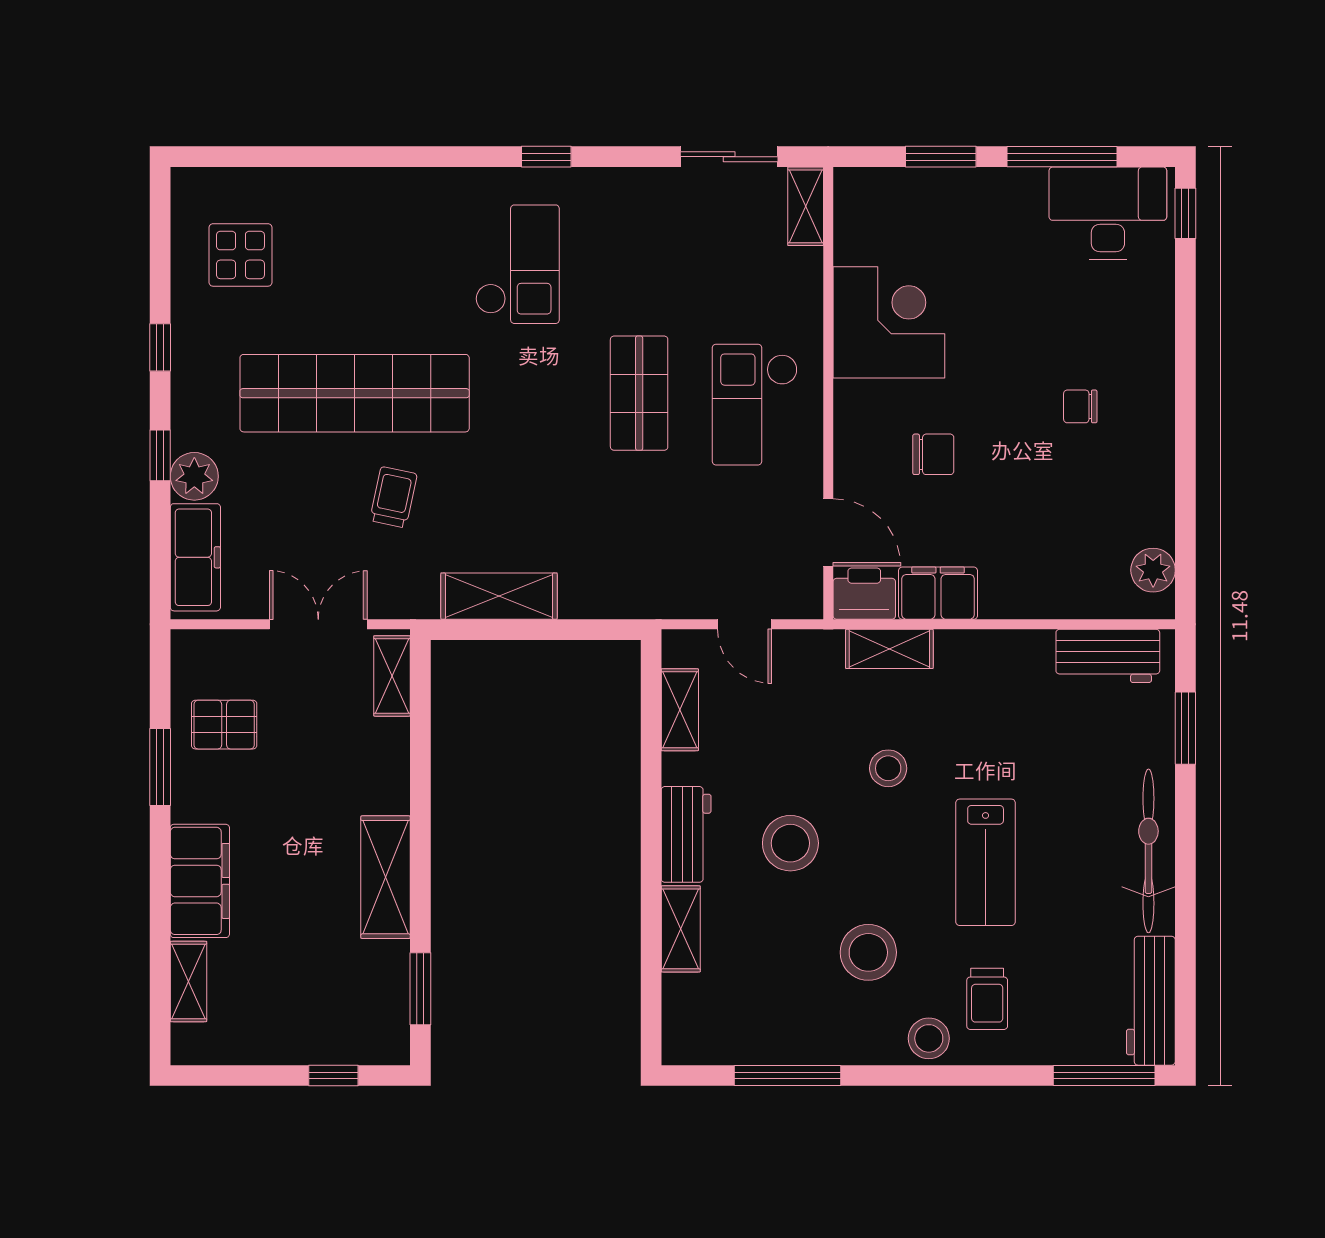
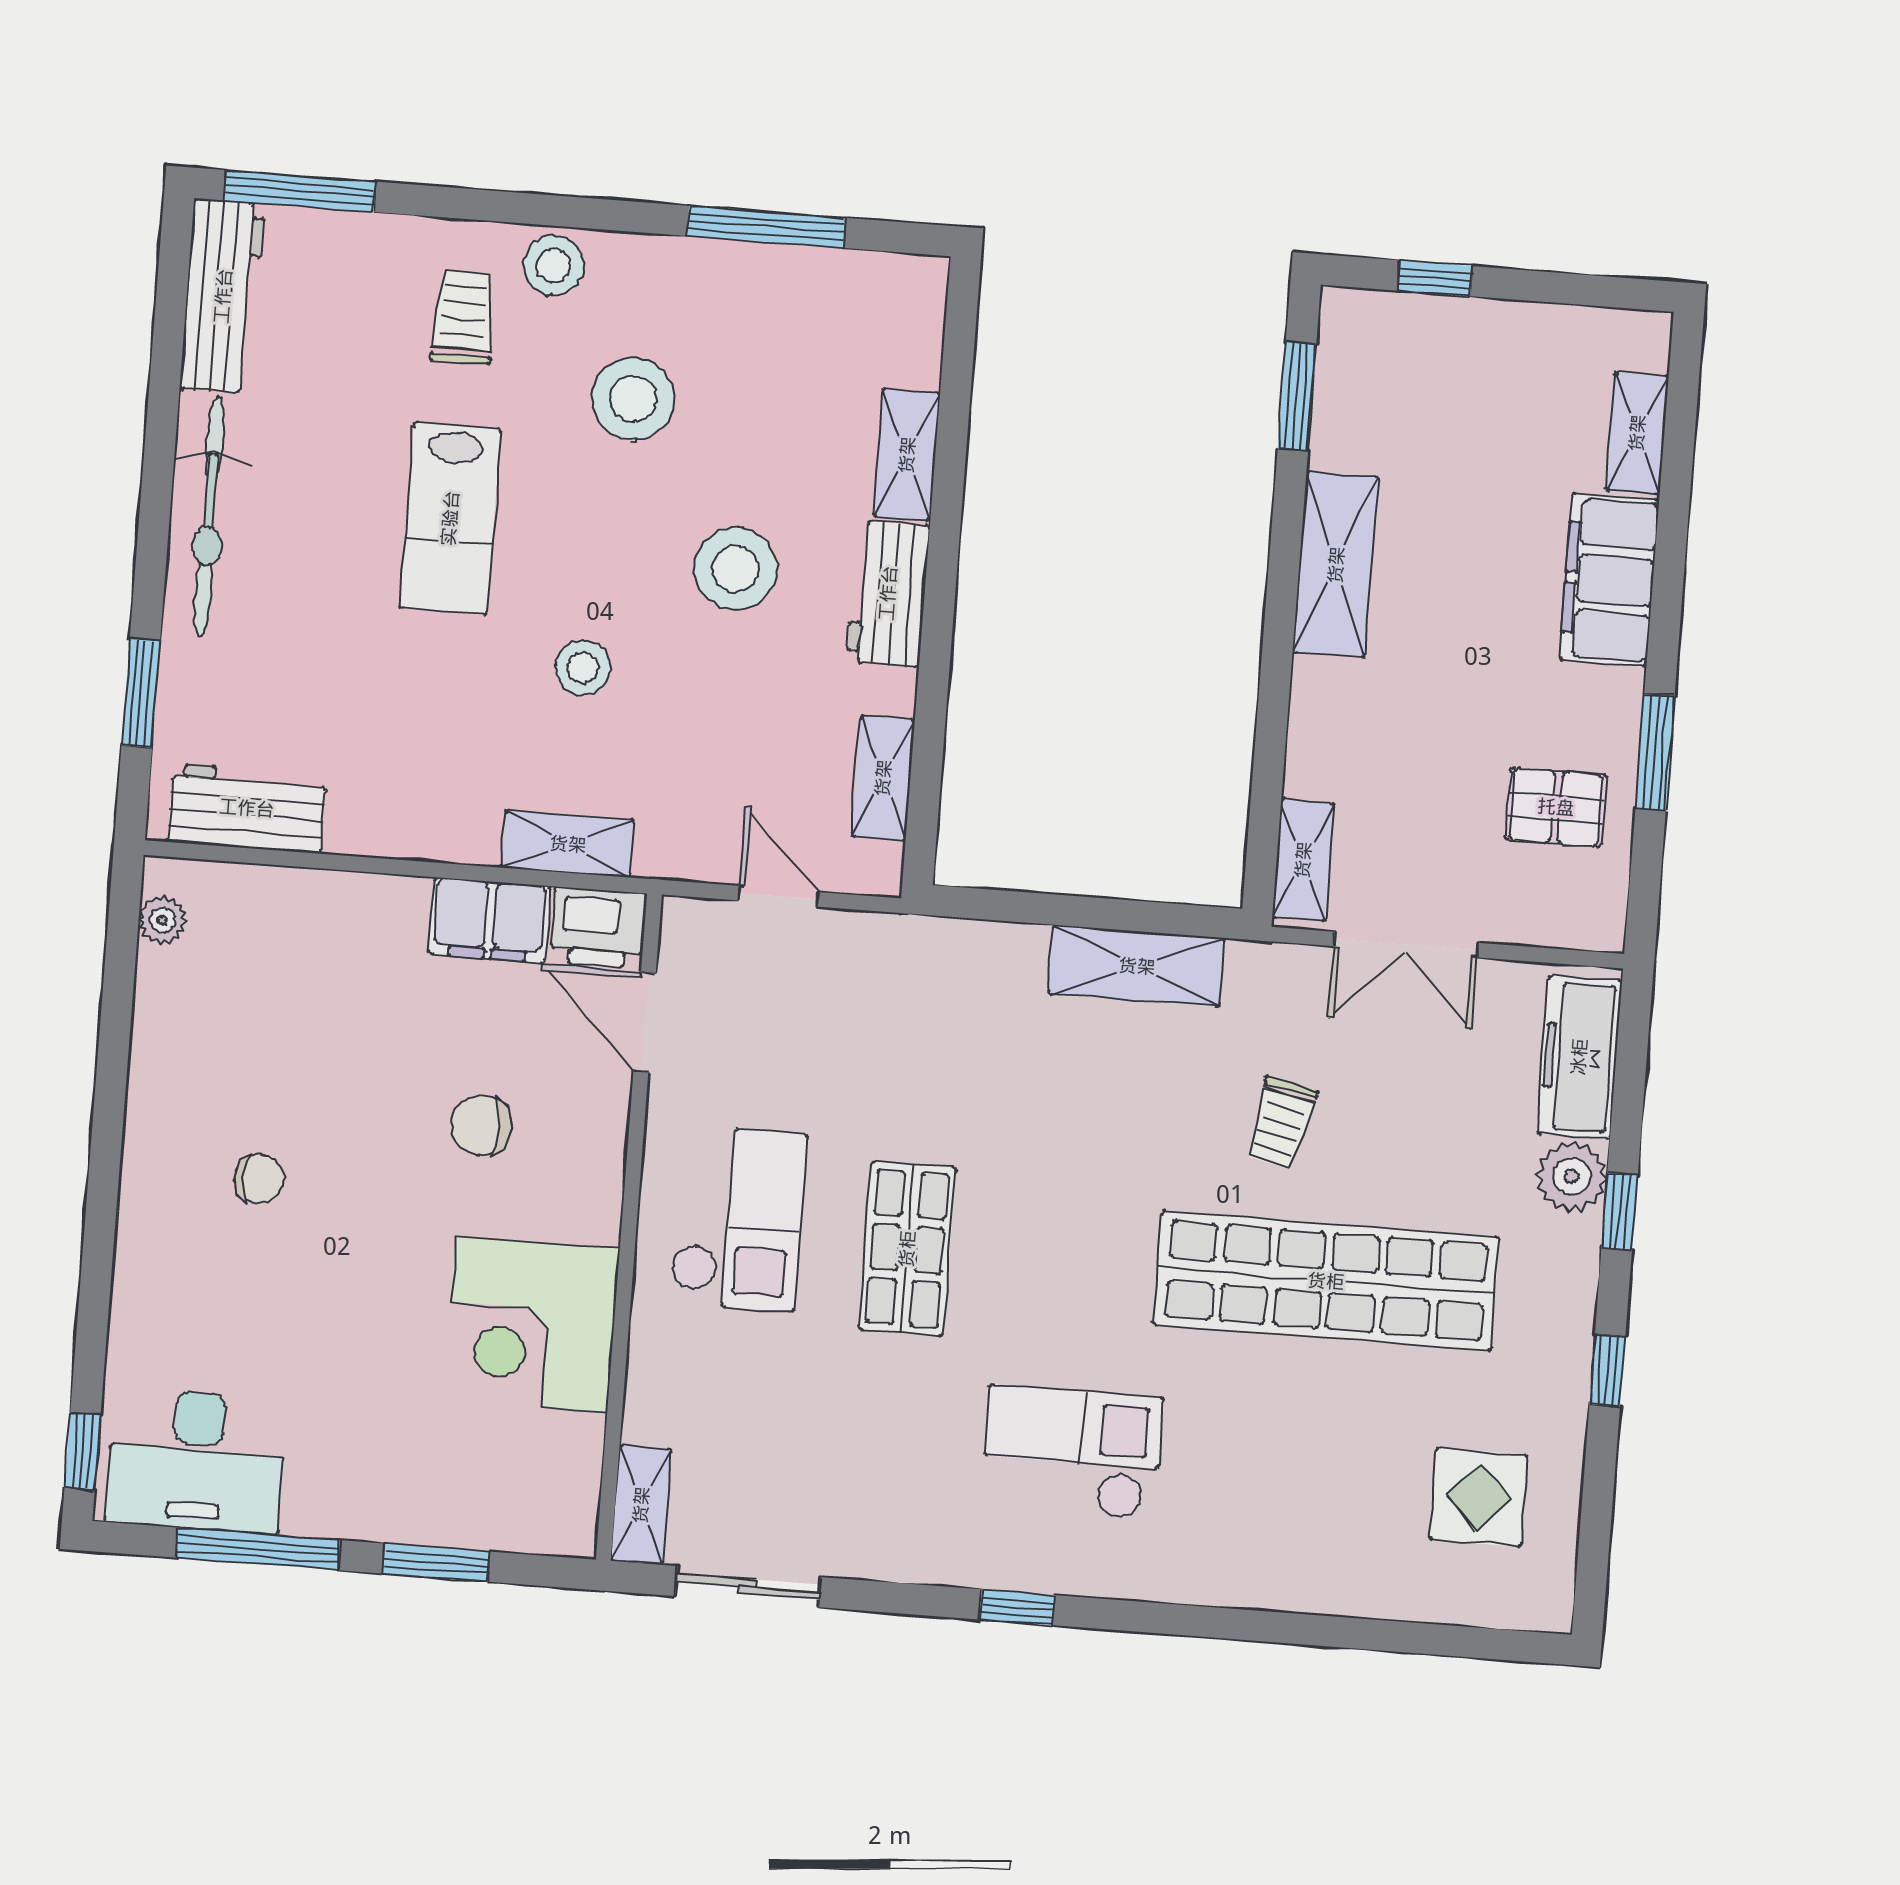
checkout: (517, 264) -> (1072, 1452), turned 90
plant: (1153, 570) -> (162, 920), width x0.73, depth x0.73
lab bench: (986, 862) -> (450, 518), turned 180

